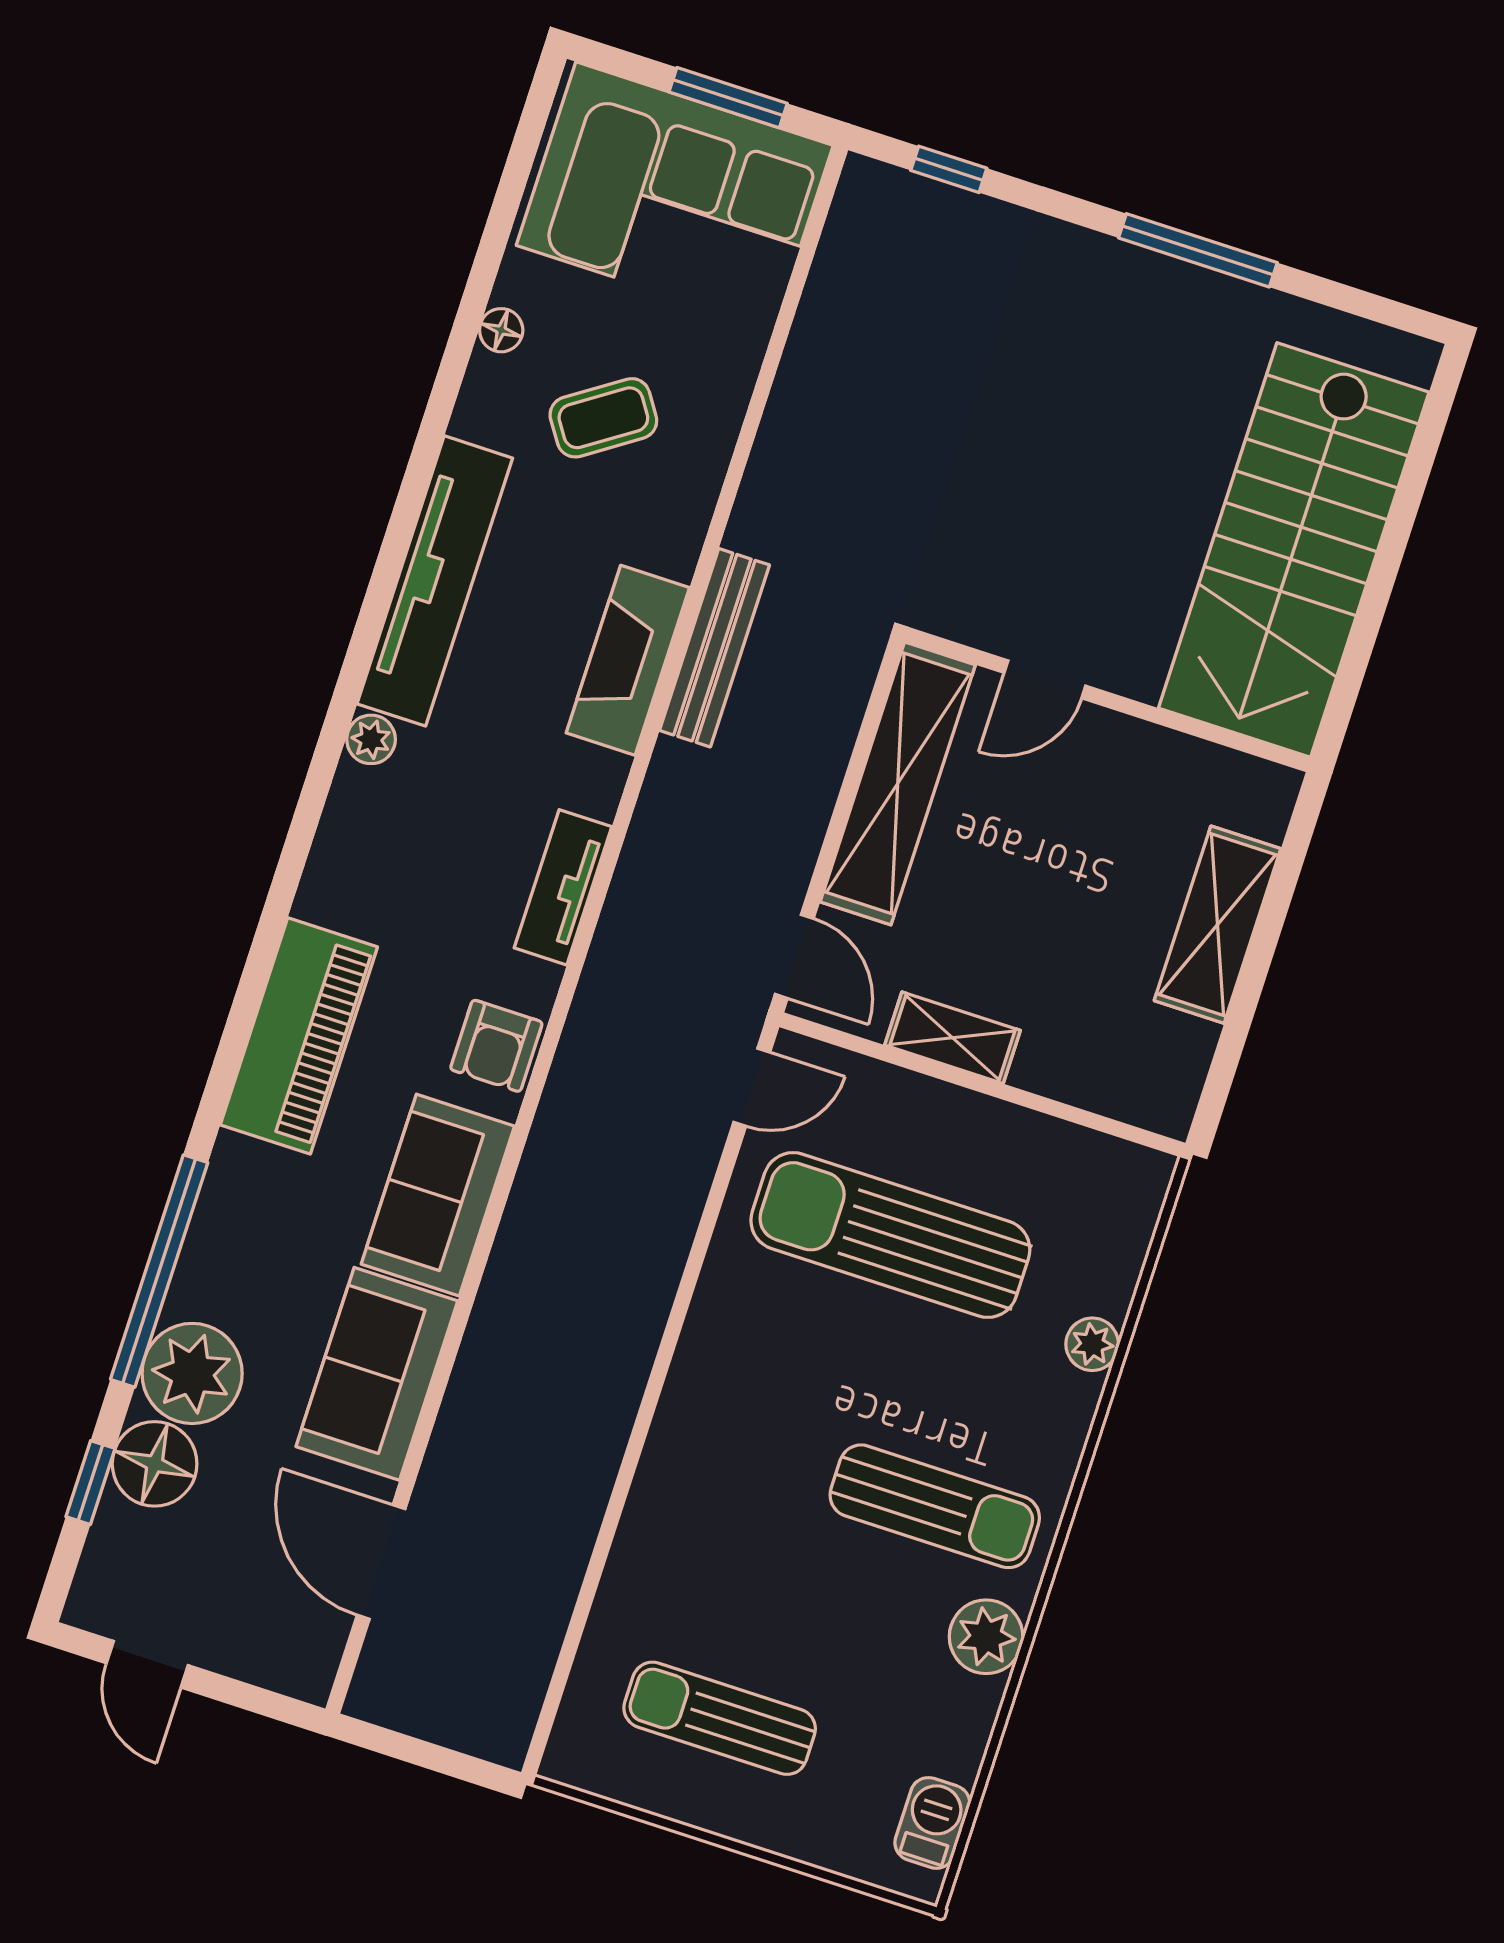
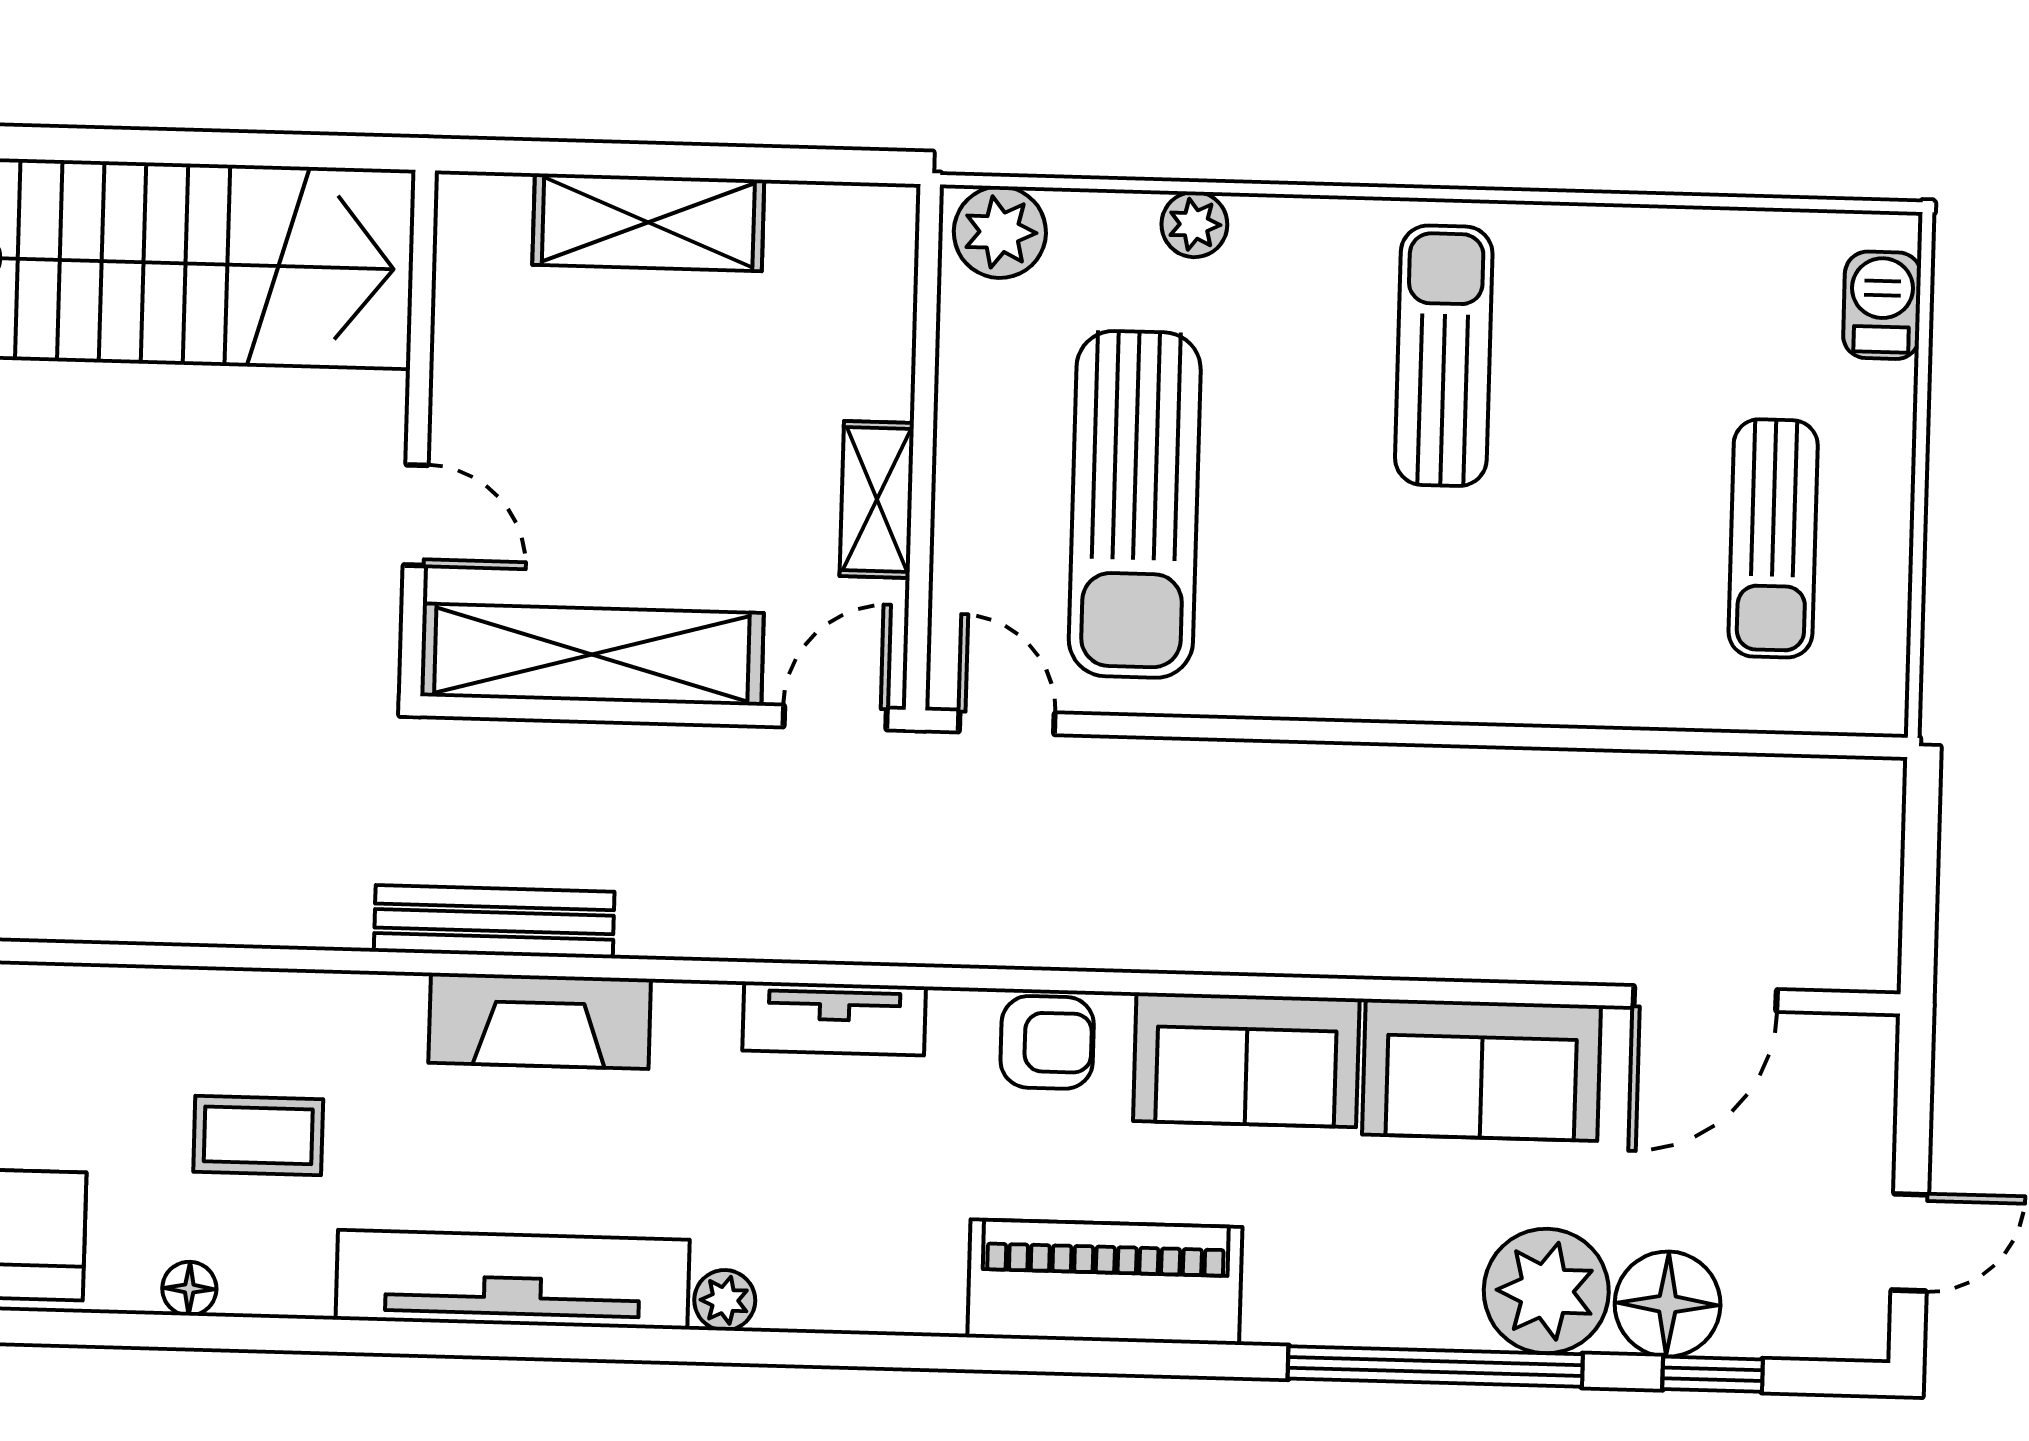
coffee table: (603, 418) -> (258, 1135), turned -56
plant: (986, 1637) -> (1000, 232), moved
barbecue: (932, 1823) -> (1882, 305), moved, turned 90

